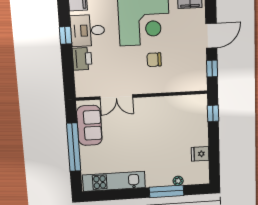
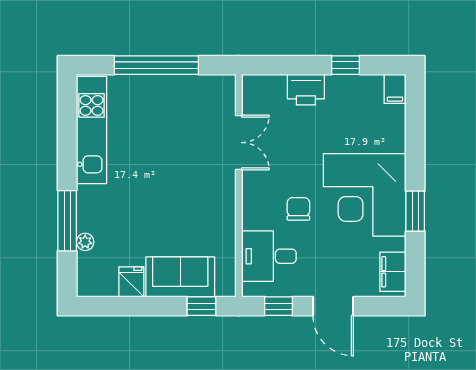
desk: (88, 31) -> (269, 256), moved, turned -90
double door: (116, 97) -> (239, 143), swing flipped
sofa: (89, 125) -> (180, 277), moved, turned 180

